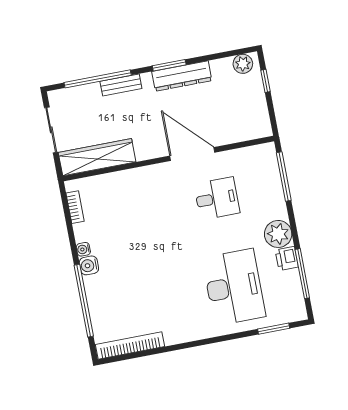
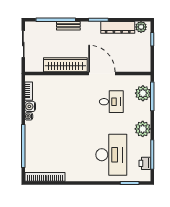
dresser: (182, 76) -> (118, 27), moved
wardrobe: (97, 157) -> (65, 65), moved
plant: (267, 174) -> (143, 93), added
printer: (287, 259) -> (145, 163), moved
water cooler: (89, 265) -> (30, 106), moved

